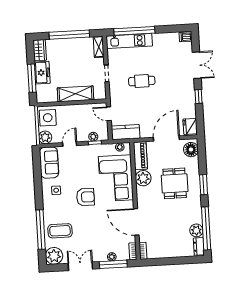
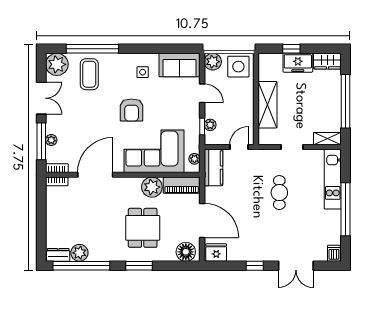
window: (134, 31) -> (346, 209), moved
window: (32, 78) -> (291, 49), width x0.46
dining table: (175, 183) -> (143, 228), turned 90

